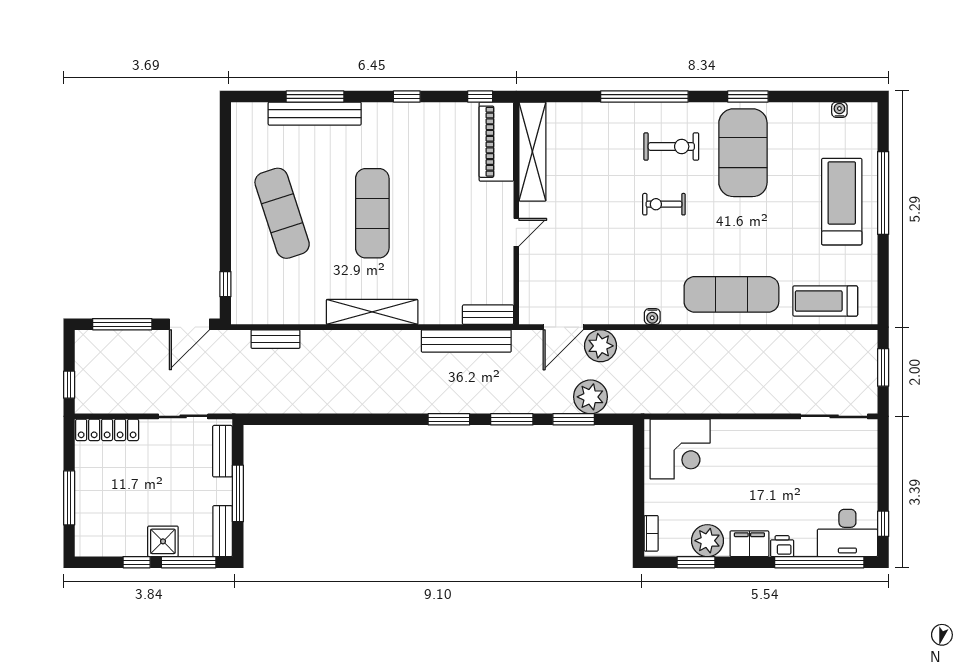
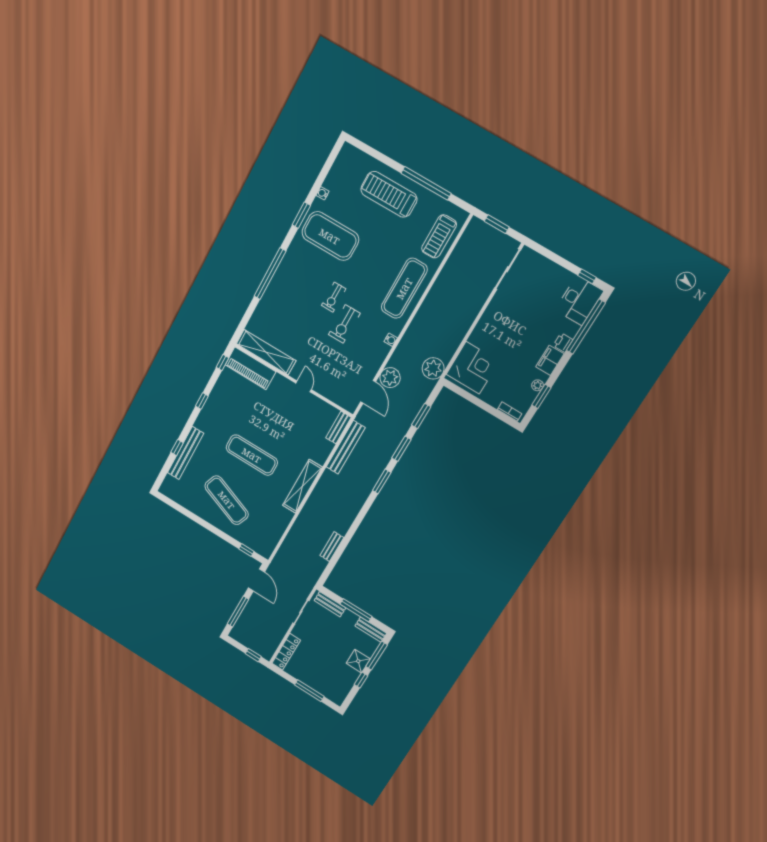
window: (315, 96) -> (177, 448), width x0.46
water cooler: (839, 110) -> (323, 193), moved
exercise bike: (671, 146) -> (344, 324), moved, turned 180
window: (883, 193) -> (426, 183), moved
exercise mat: (282, 213) -> (227, 500), turned 39
bench: (275, 339) -> (332, 547), moved
plant: (591, 397) -> (433, 368), moved
plant: (707, 541) -> (537, 385), width x0.53, depth x0.53

